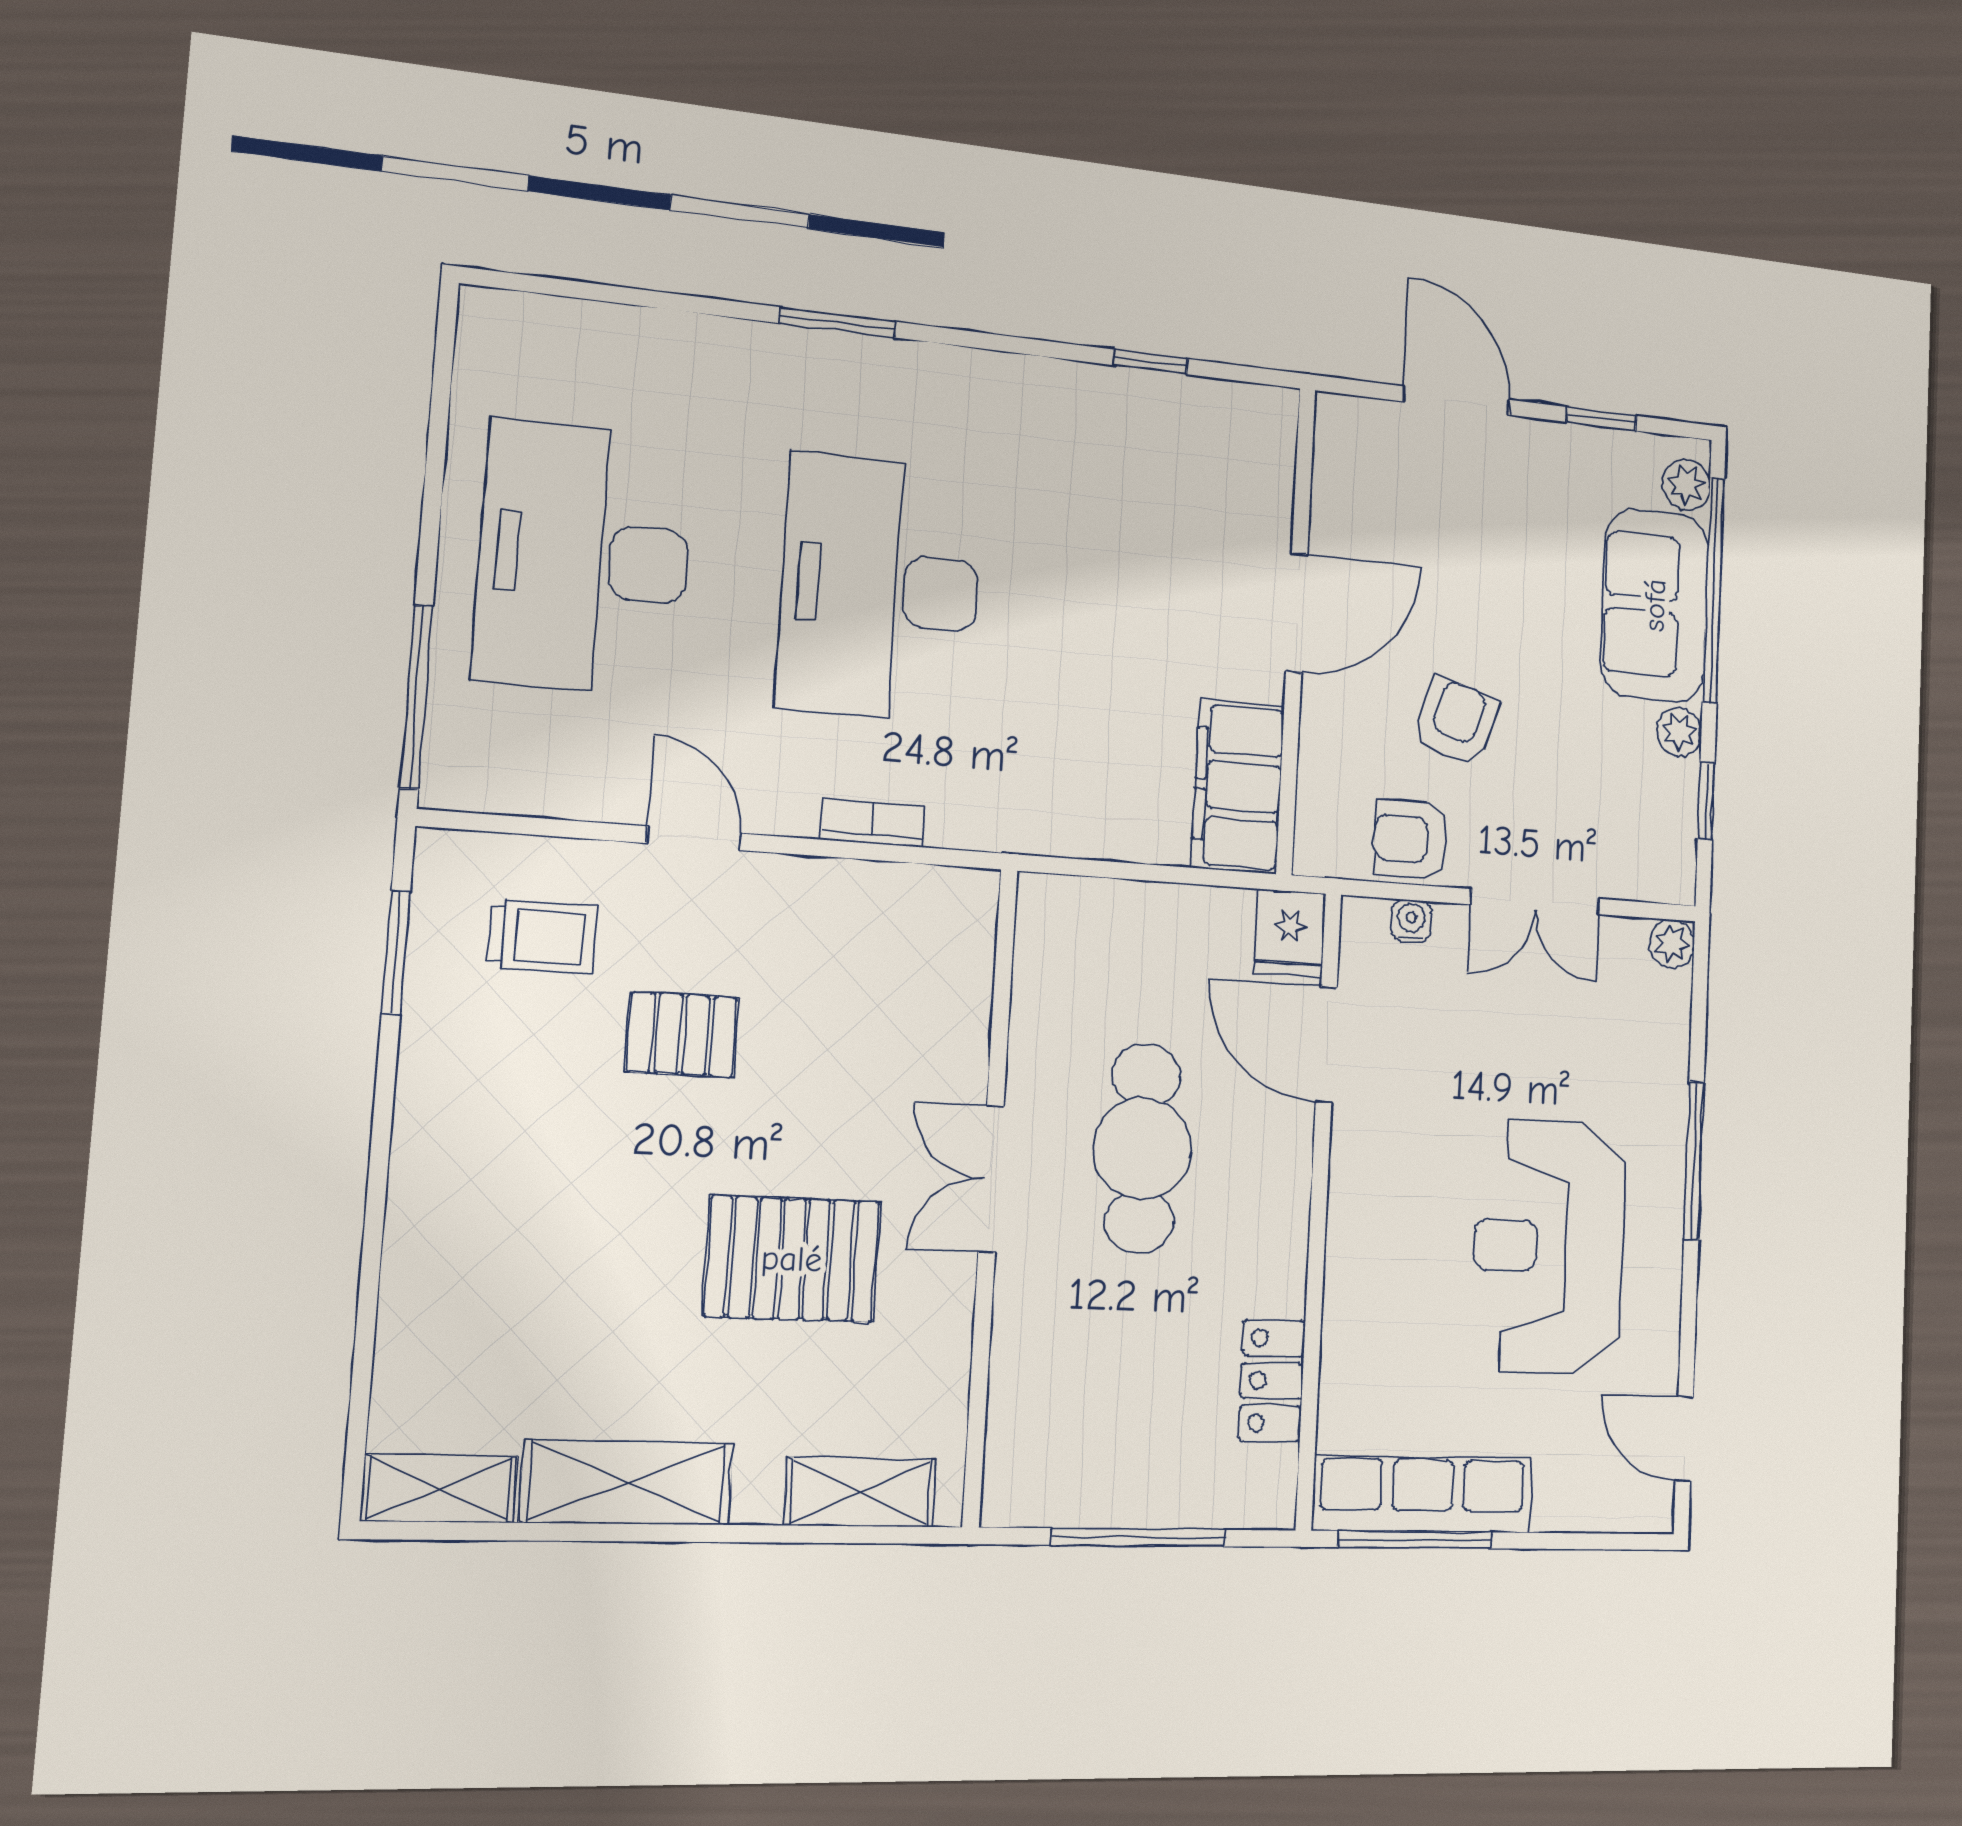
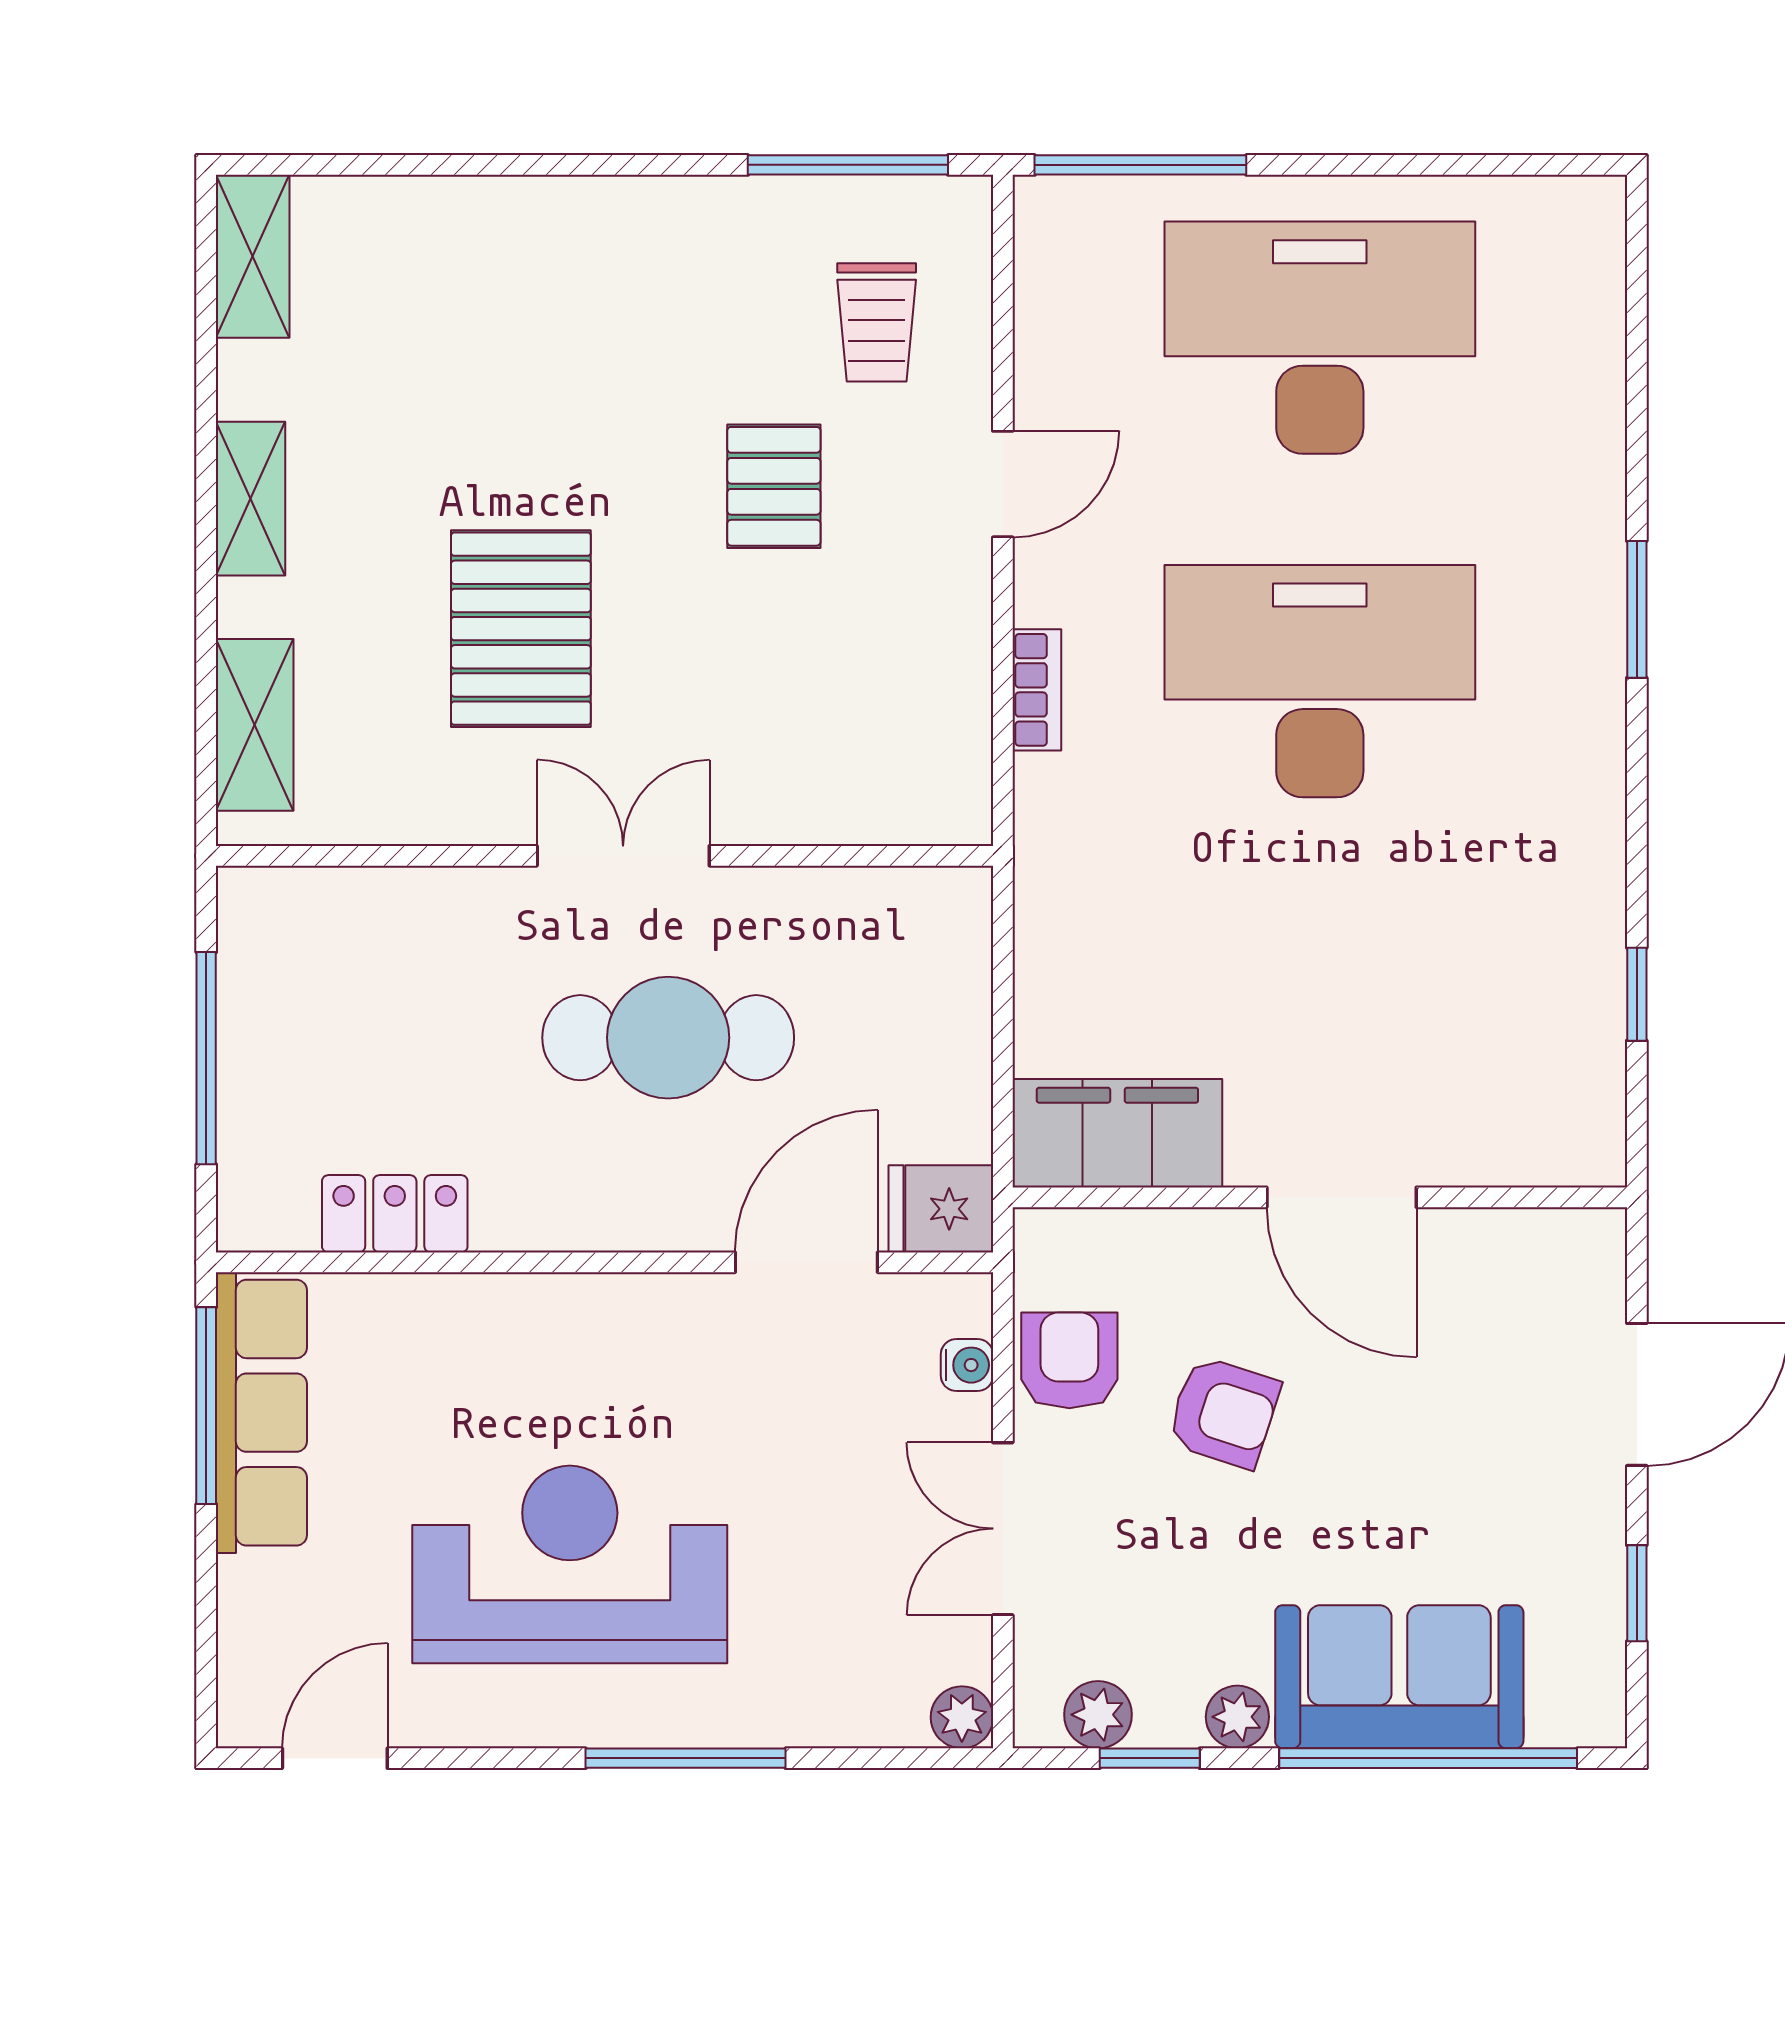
plant: (1686, 485) -> (1098, 1715), moved
window: (396, 953) -> (848, 165), width x1.44
shelving: (627, 1483) -> (251, 499), width x0.67, depth x0.75

